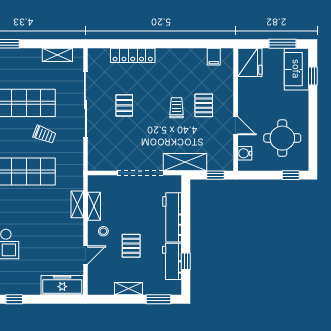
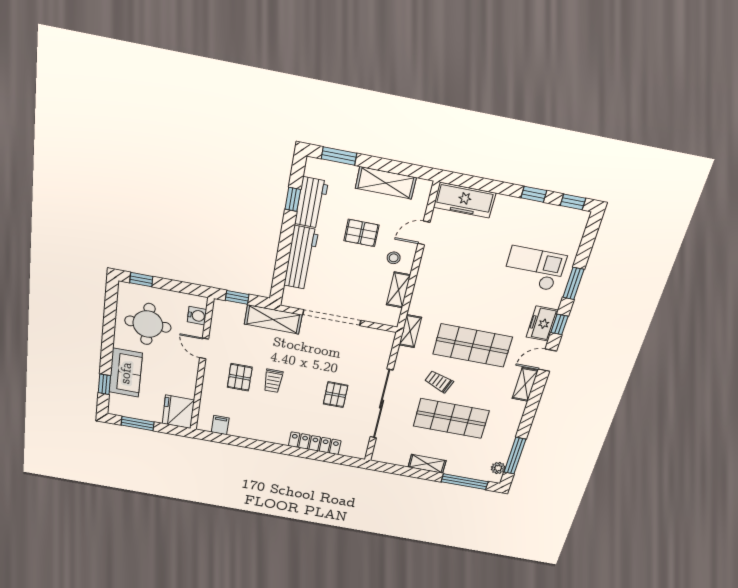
shelving: (57, 55) -> (427, 464), moved
sofa: (296, 69) -> (126, 373), moved
shelving: (77, 204) -> (410, 331), moved
pallet: (131, 246) -> (361, 233), turned 90
shelving: (128, 289) -> (386, 183), width x1.50, depth x1.33

